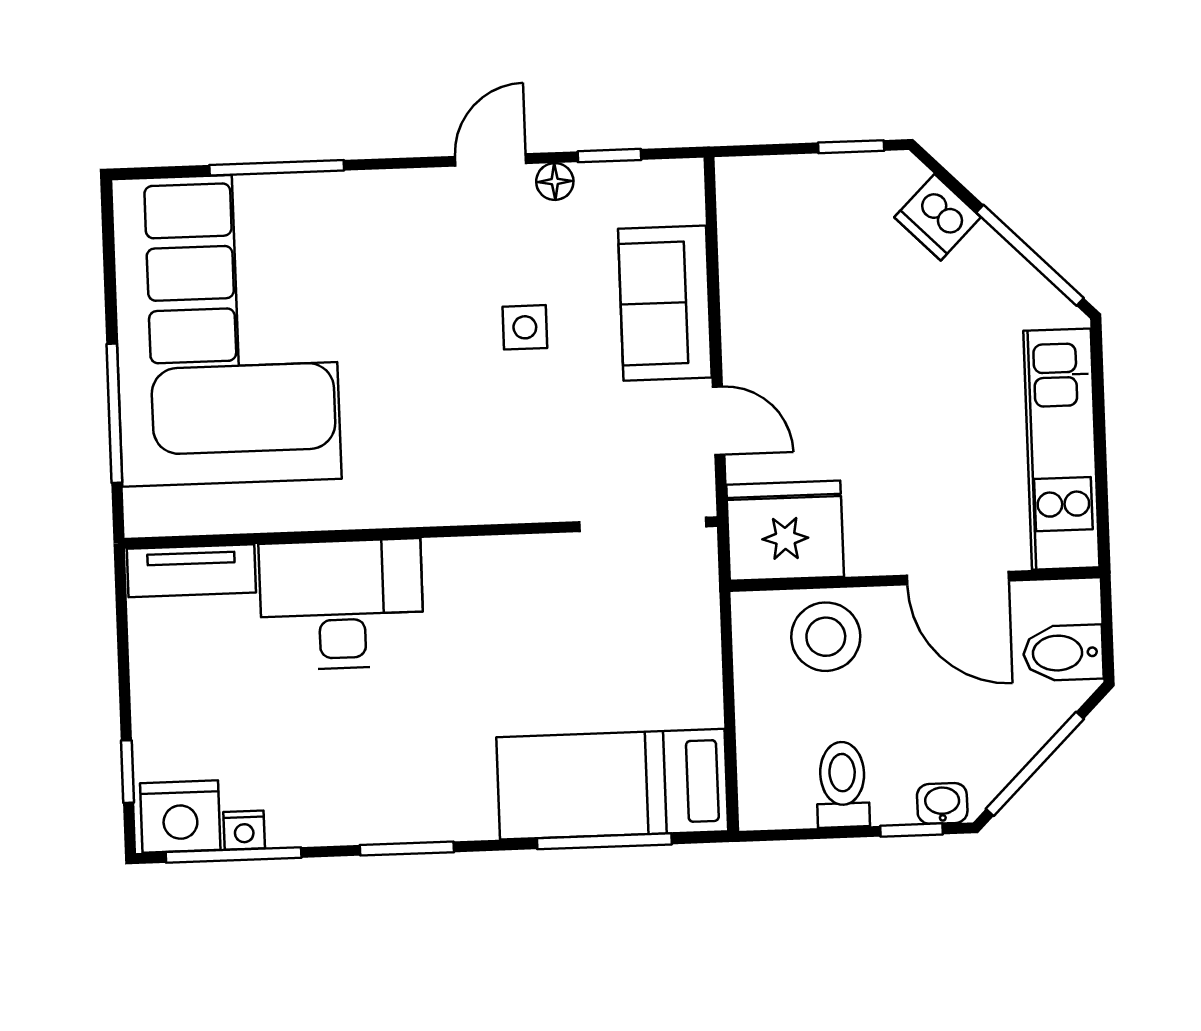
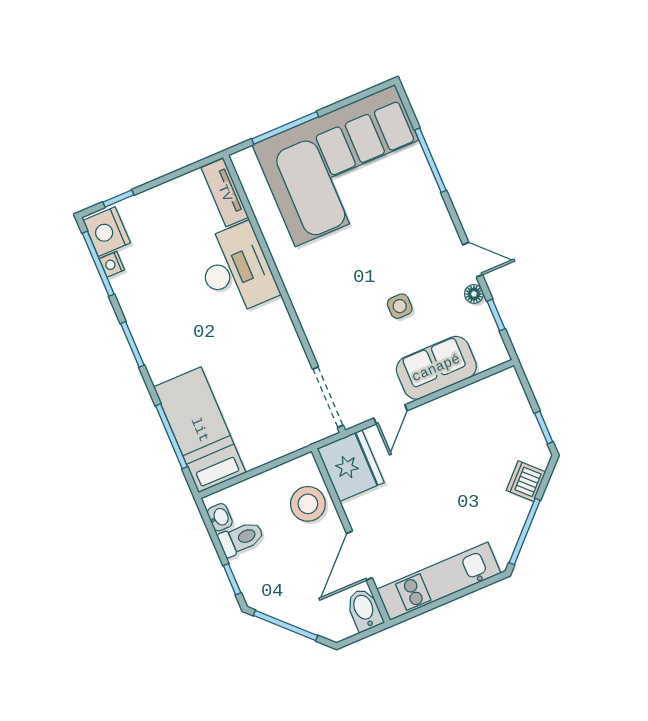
bidet: (1063, 653) -> (364, 610), moved
washbasin: (942, 803) -> (220, 517), moved

